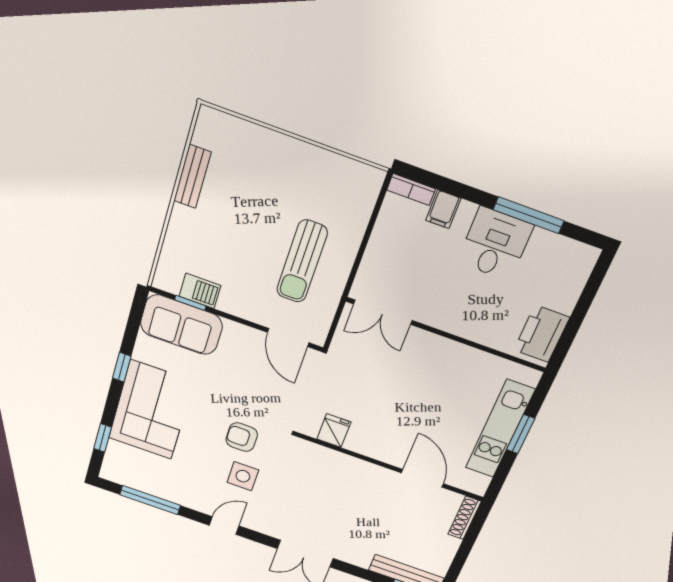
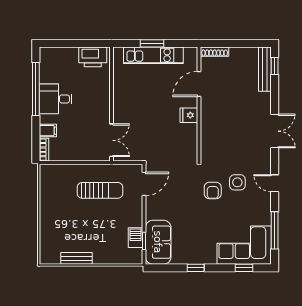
window: (529, 215) -> (36, 89), width x1.46
corner sofa: (151, 410) -> (244, 245), moved
fridge: (334, 431) -> (189, 115), moved

